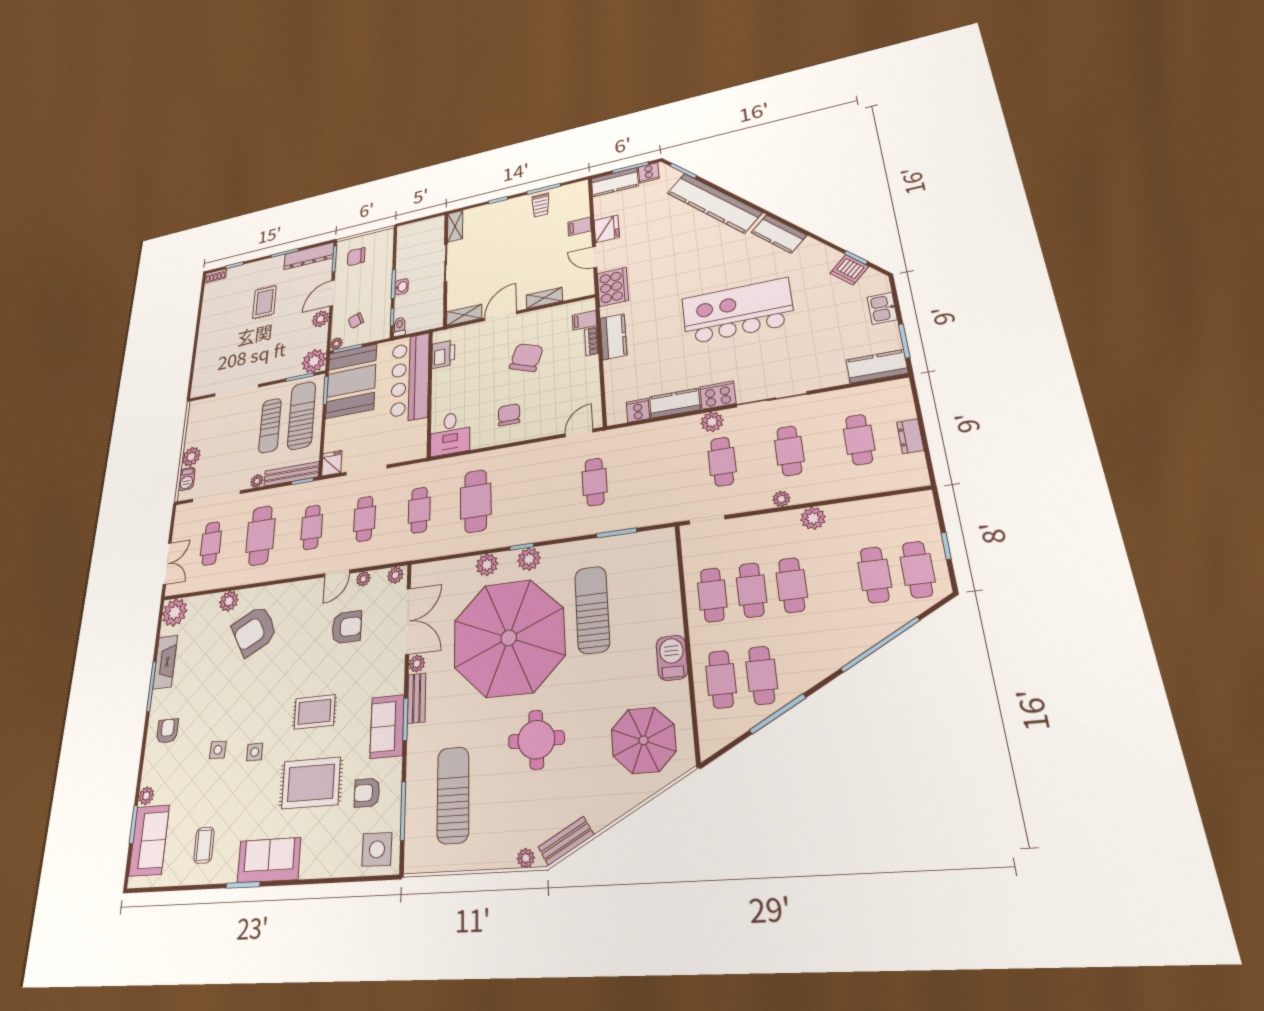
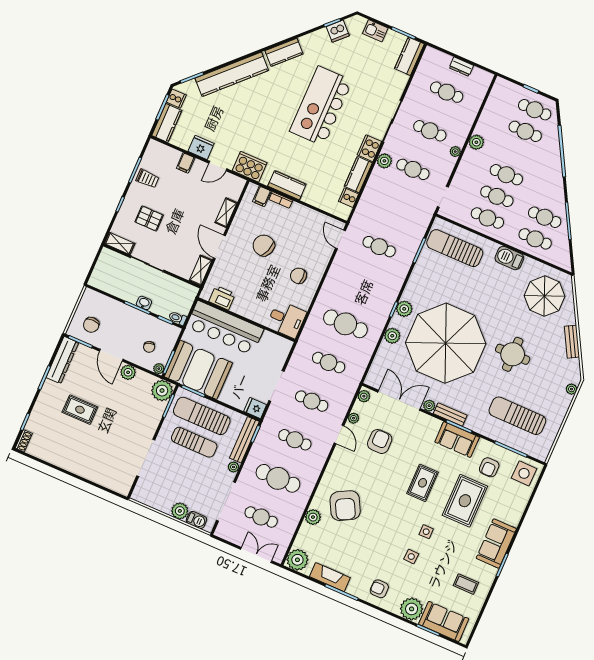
pallet: (497, 234) -> (149, 218), added
sun lounger: (592, 610) -> (455, 248), moved
plant: (146, 796) -> (412, 609), width x1.88, depth x1.88
bench: (566, 841) -> (572, 342), moved

